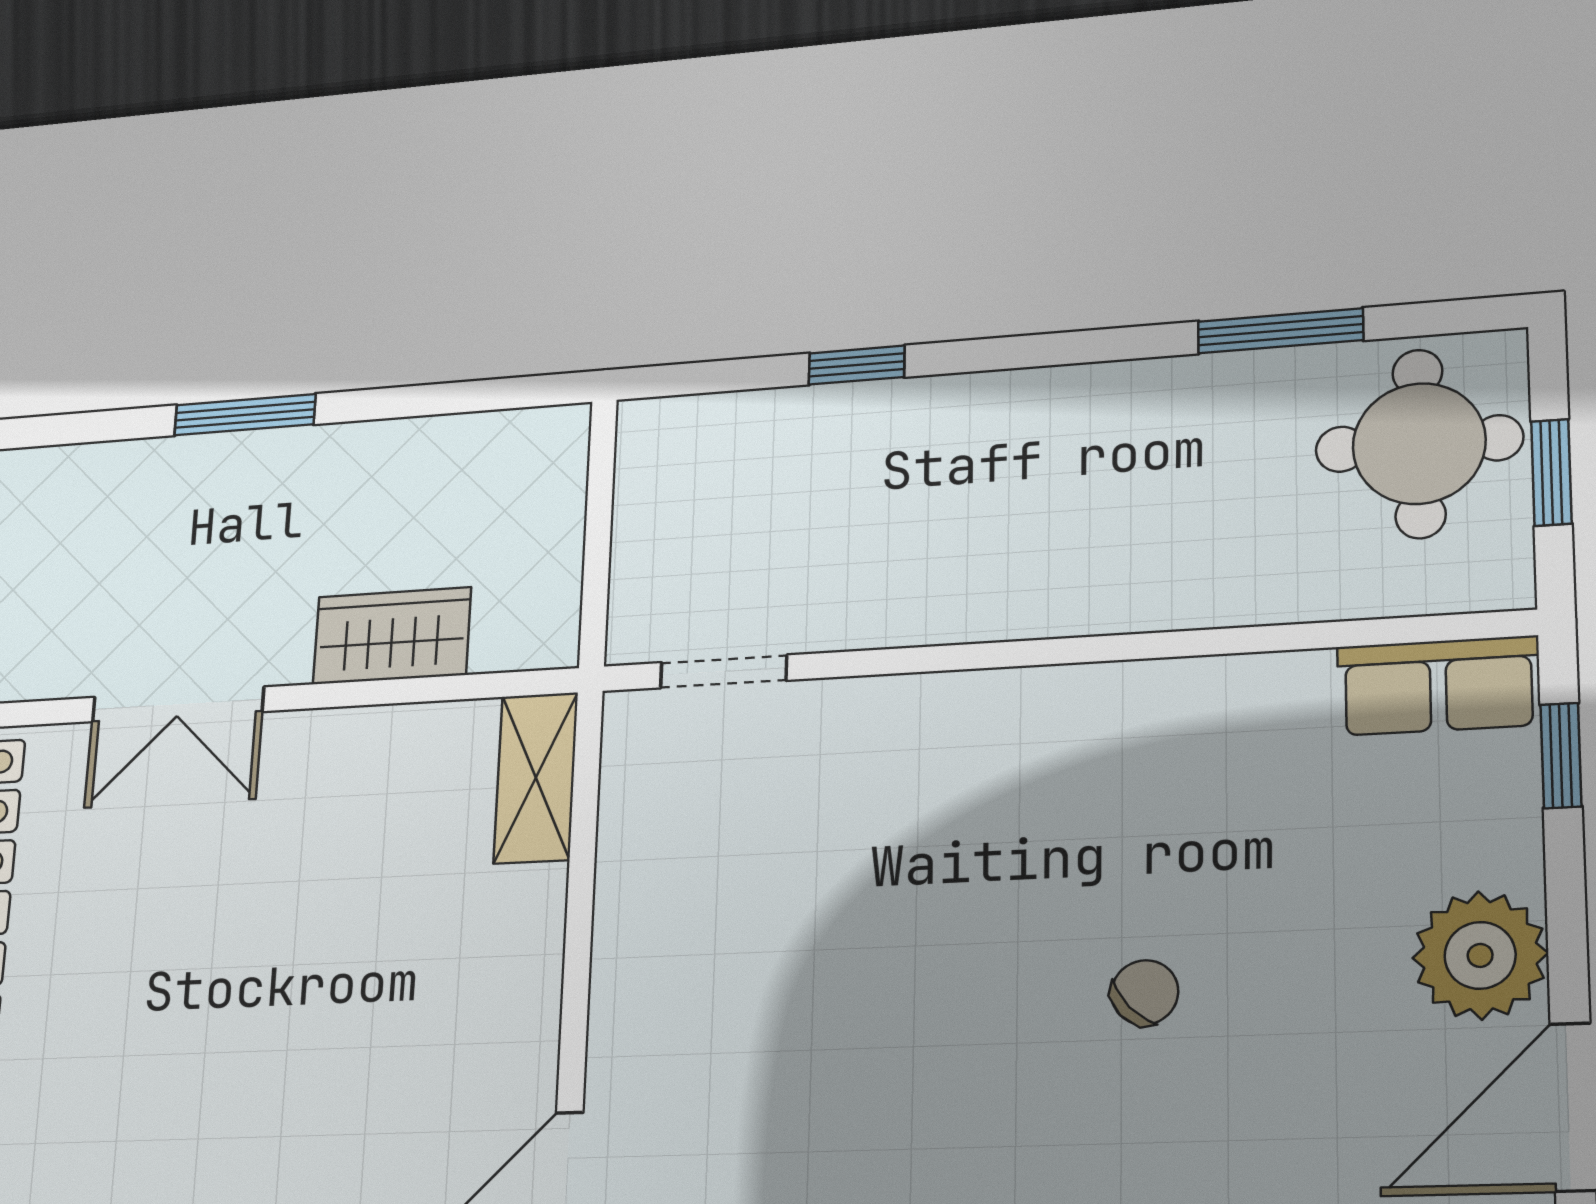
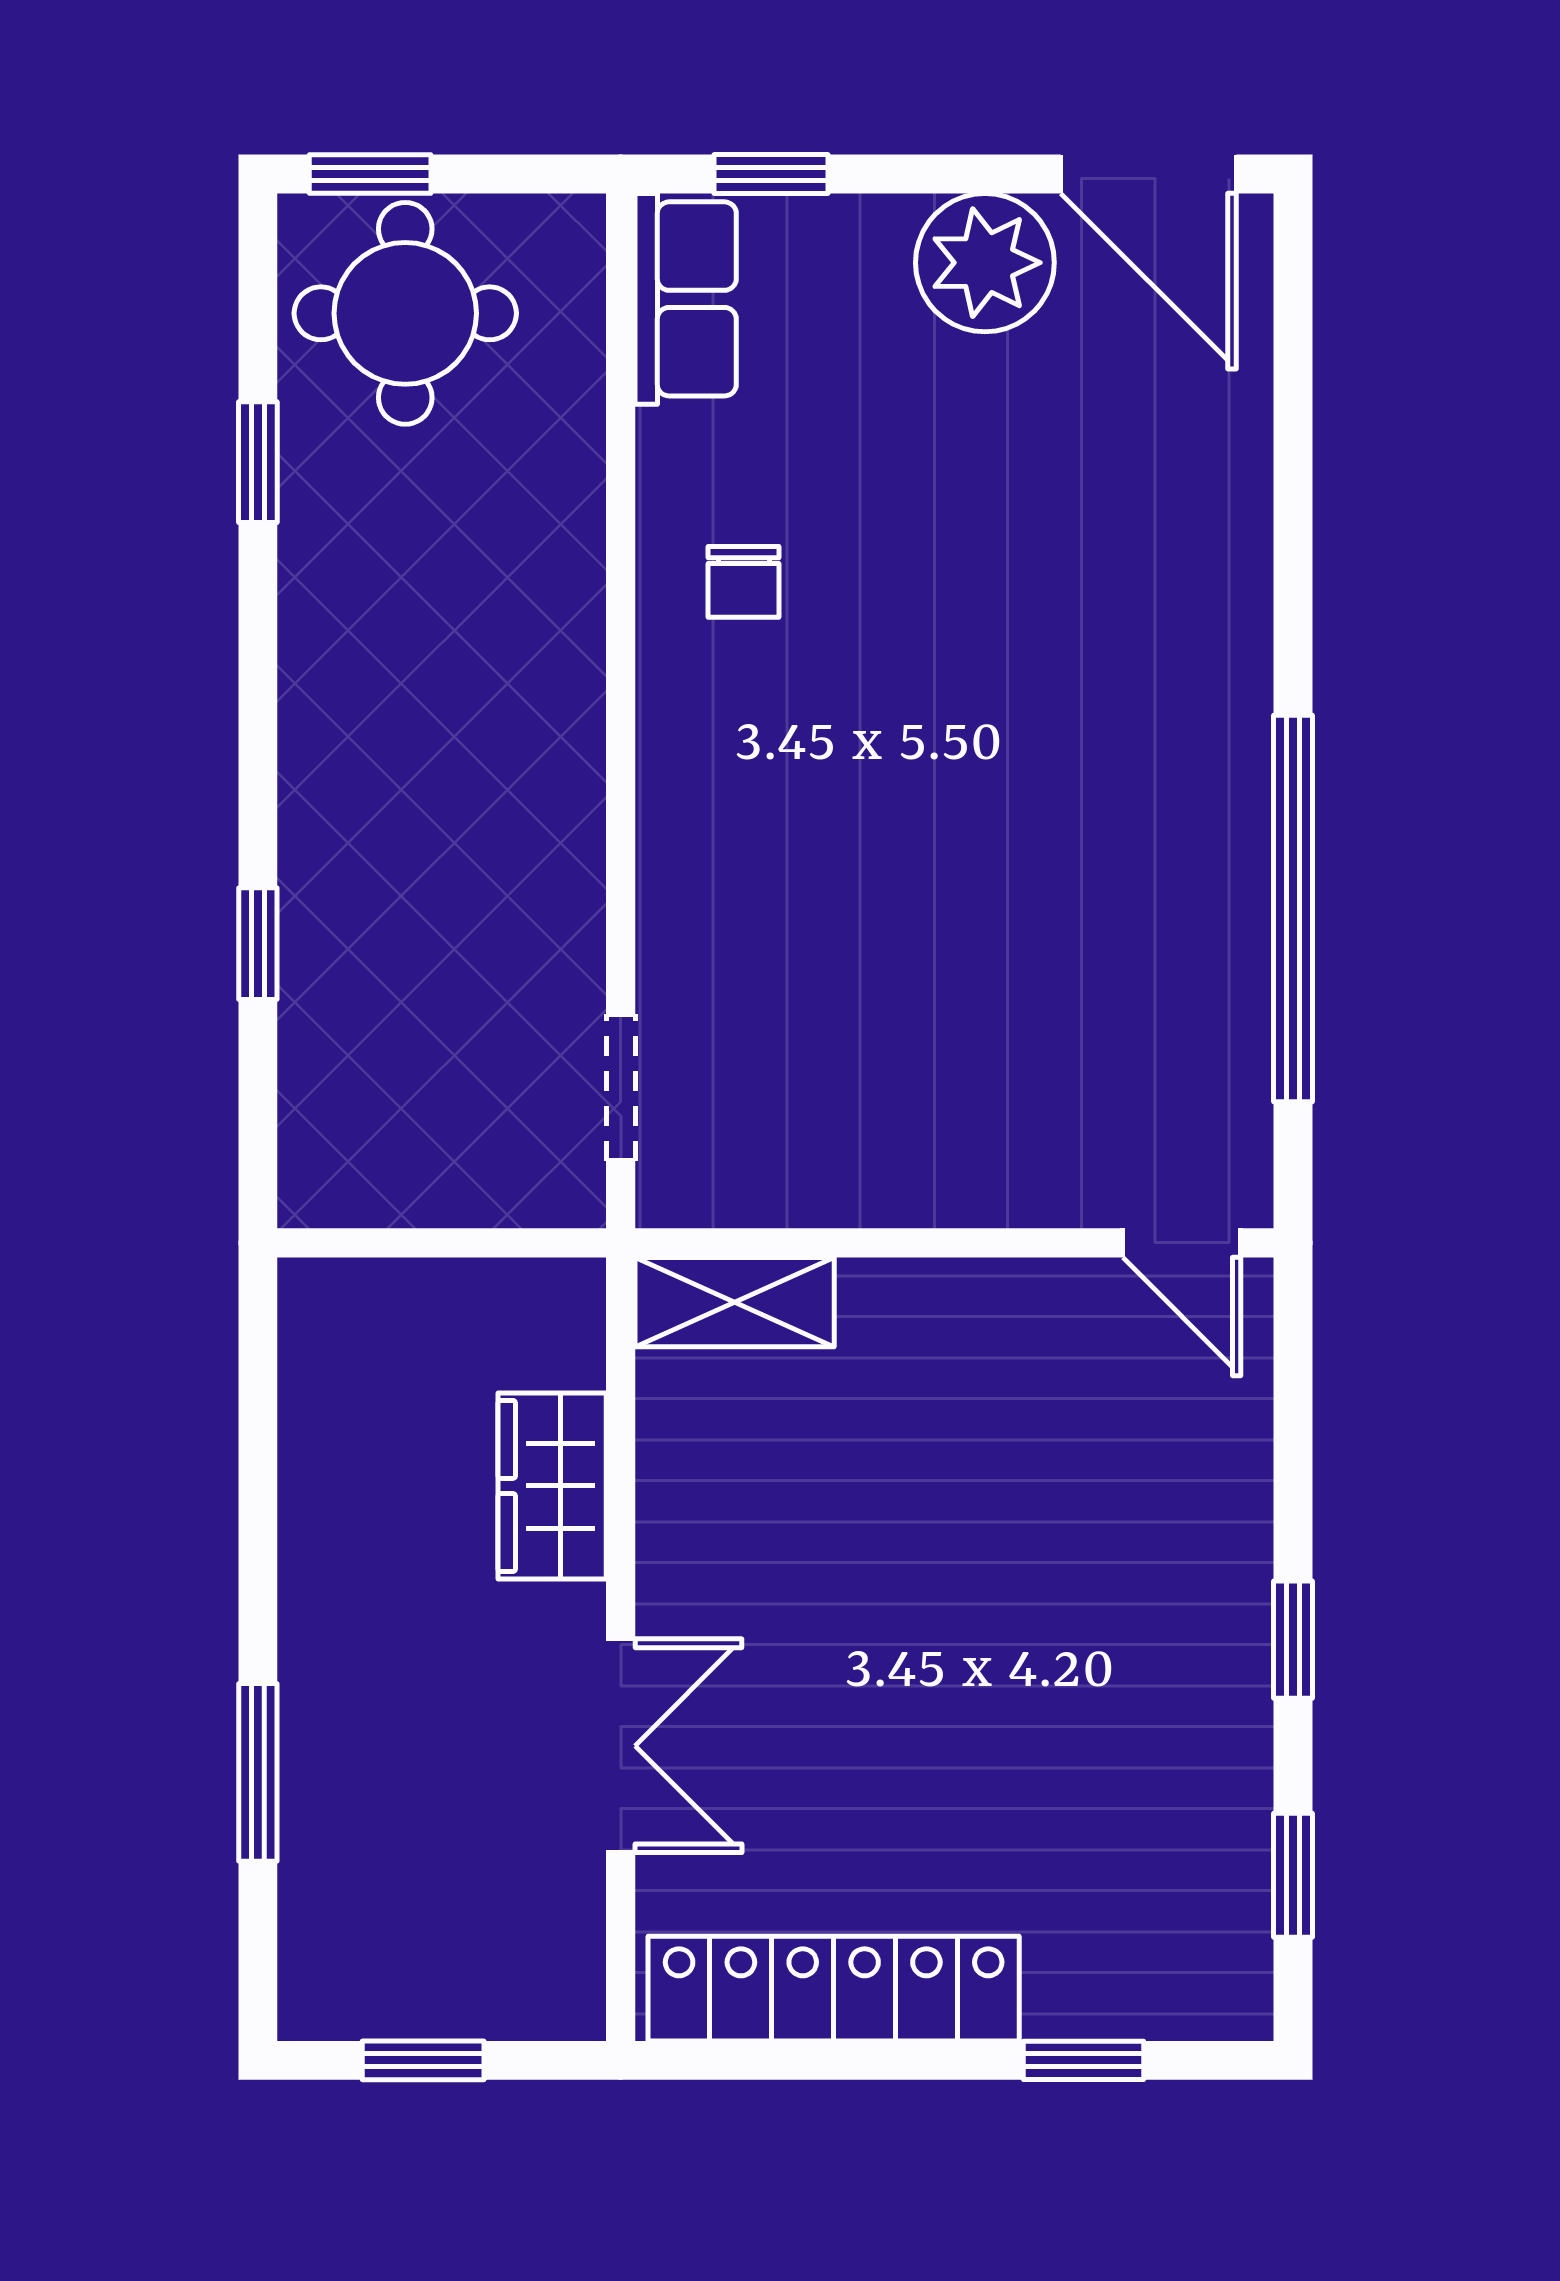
window: (1280, 331) -> (258, 462), width x0.67
window: (245, 415) -> (258, 1772), moved
window: (1551, 472) -> (370, 174), moved
chair: (1145, 992) -> (744, 582), moved, turned -137

